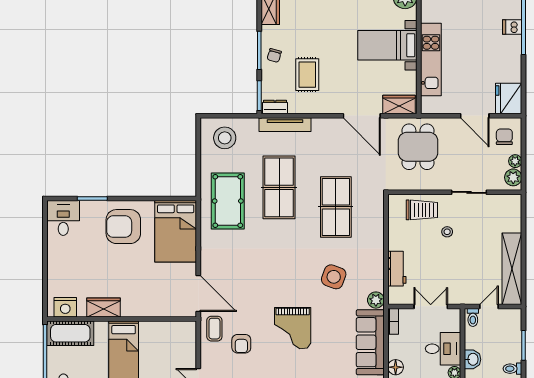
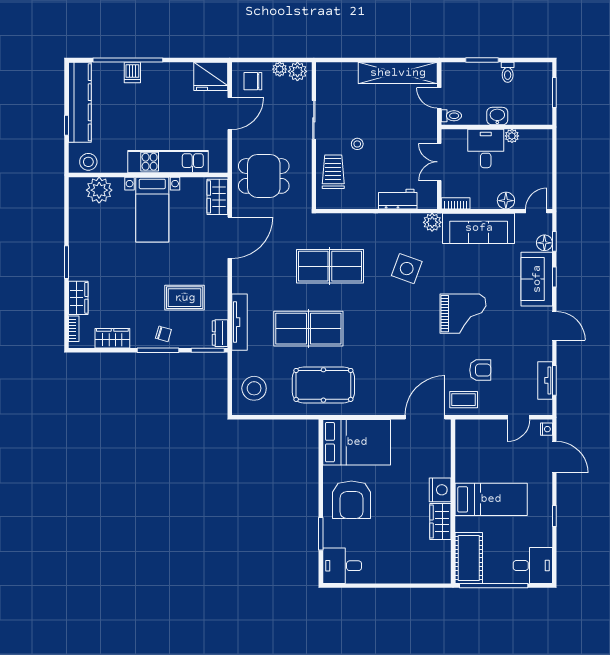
nightstand: (65, 307) -> (440, 490), moved

